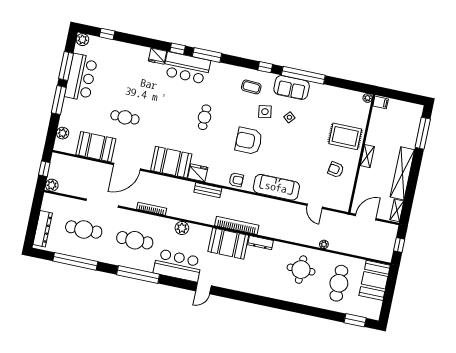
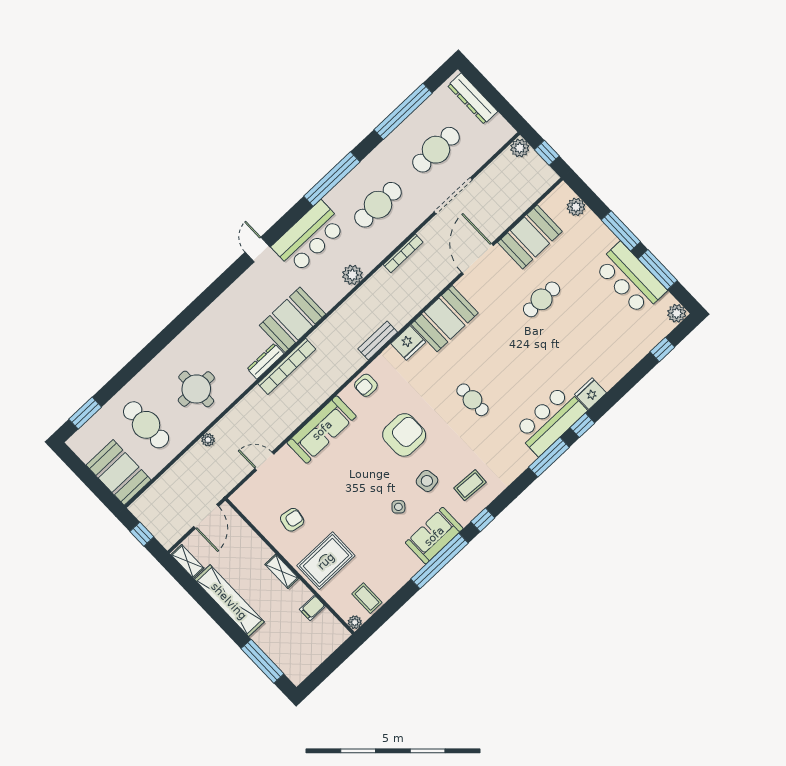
coffee table: (350, 100) -> (367, 598), added
filing cabinet: (381, 102) -> (312, 608), moved
bookcase: (237, 225) -> (287, 366), moved

